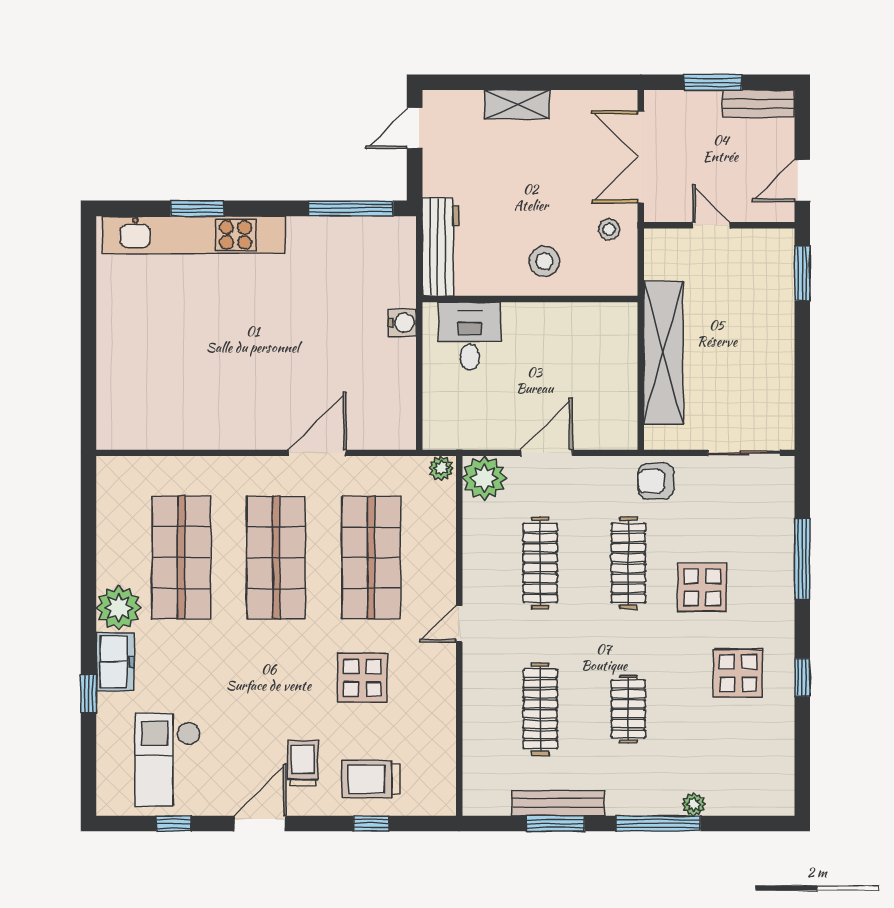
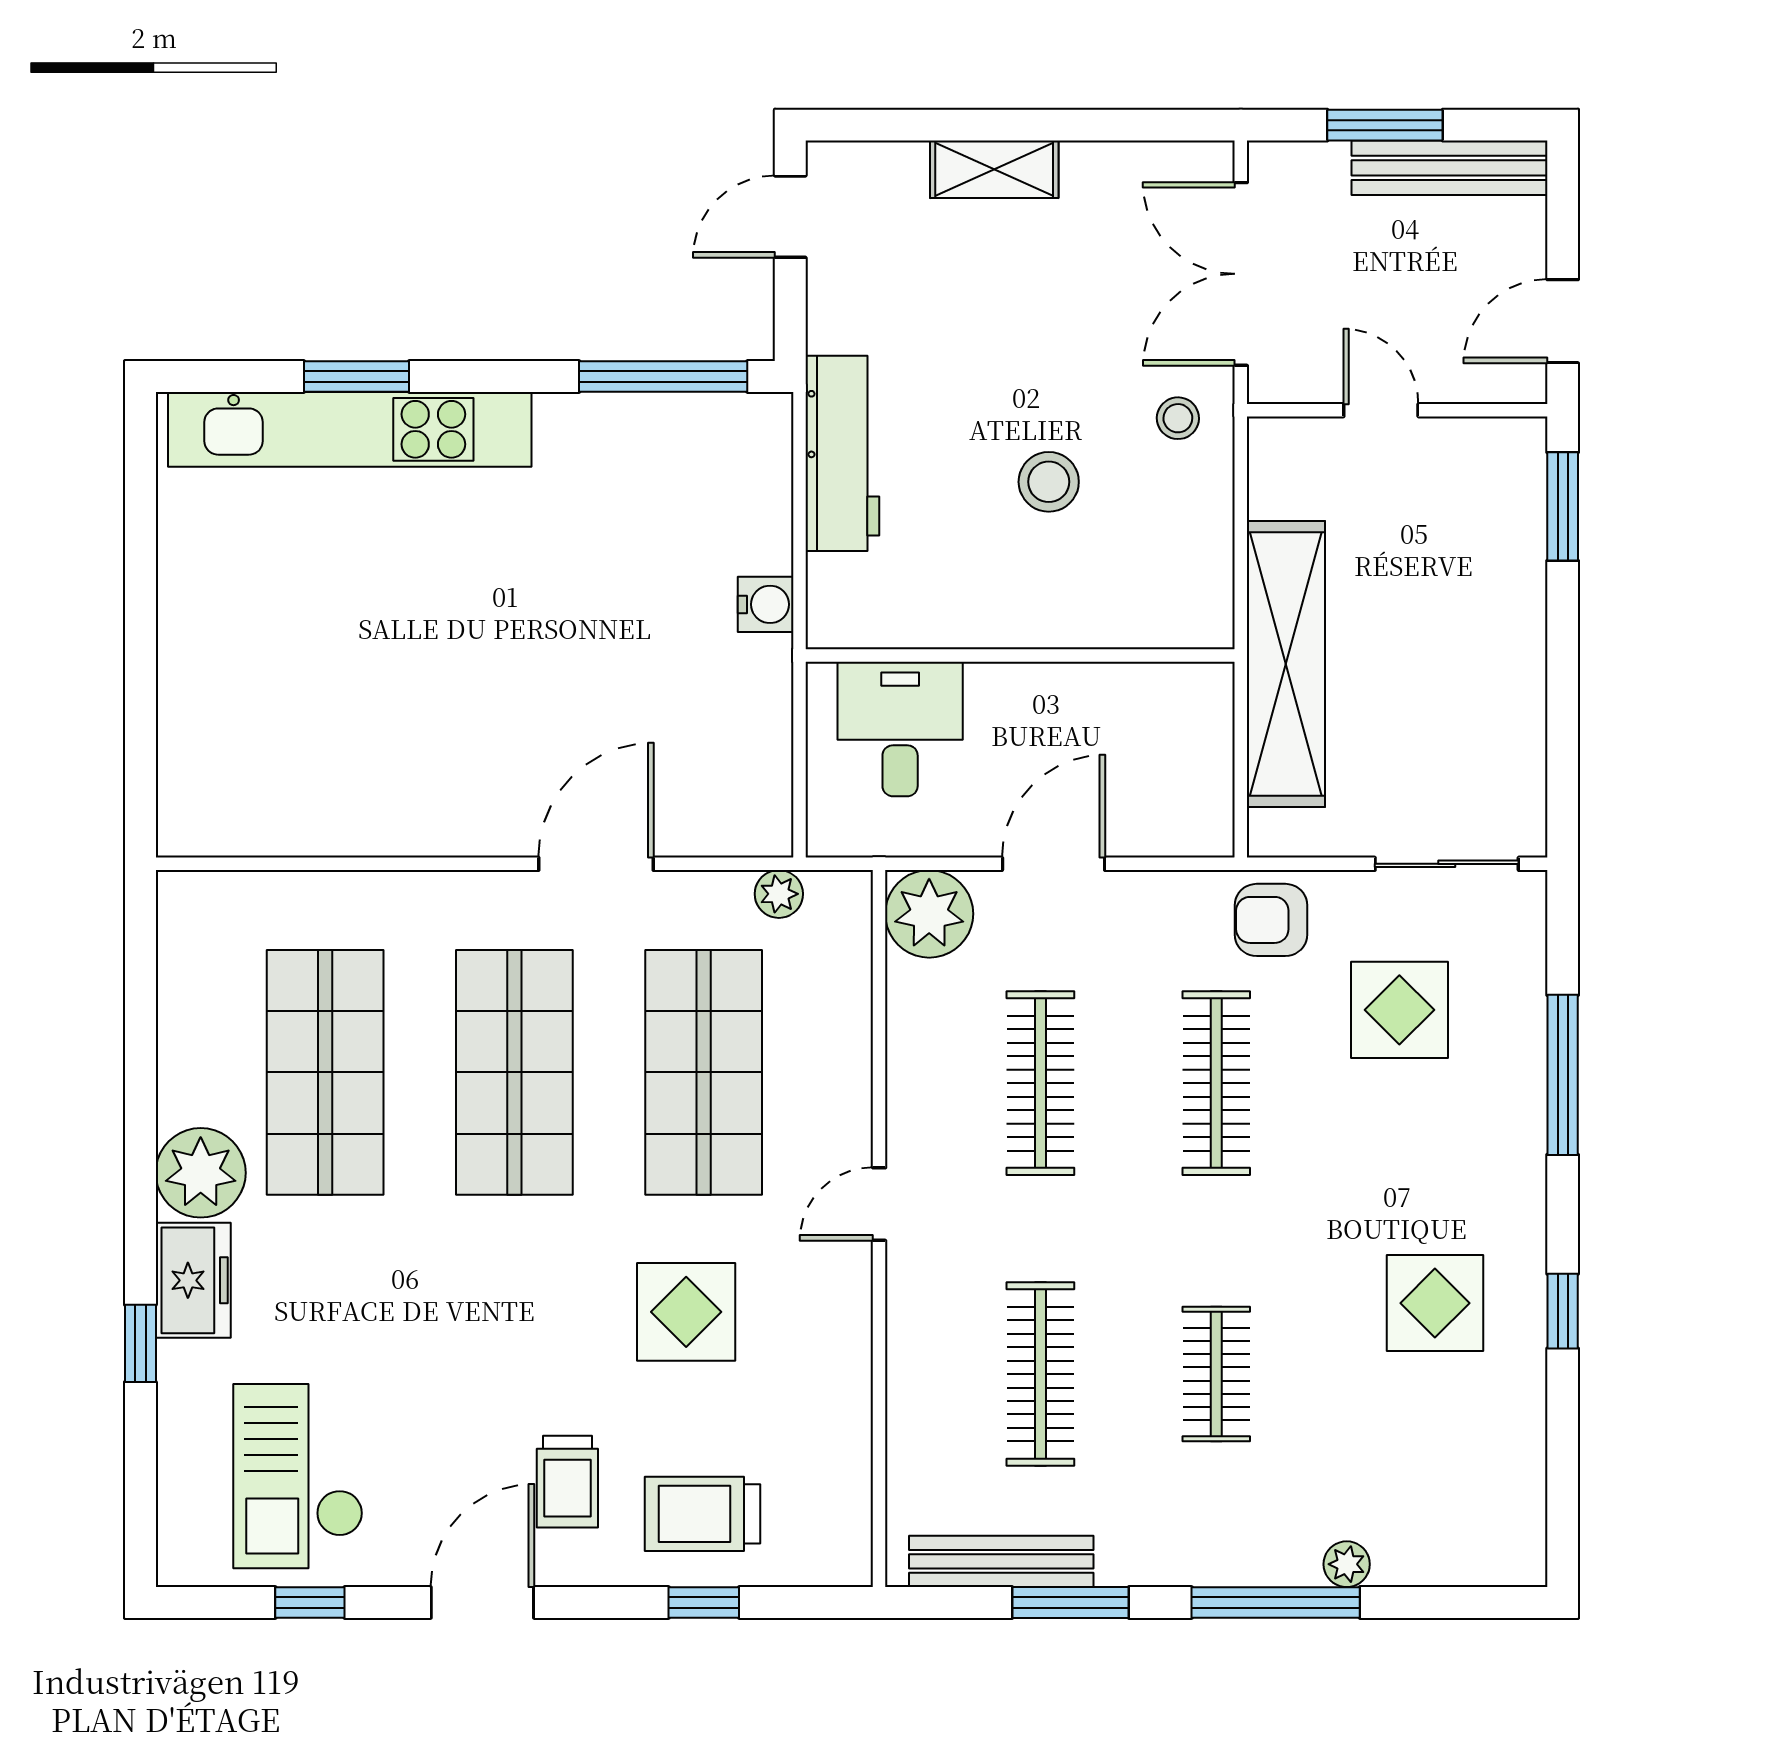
bench: (759, 104) -> (1450, 168), width x1.36
wall: (530, 299) -> (1020, 655), moved
desk: (470, 336) -> (900, 729), moved
plant: (441, 468) -> (779, 894), moved
display table: (702, 587) -> (1399, 1010), moved
trolley: (303, 763) -> (567, 1482), turned 180
bench: (558, 803) -> (1001, 1561), moved

